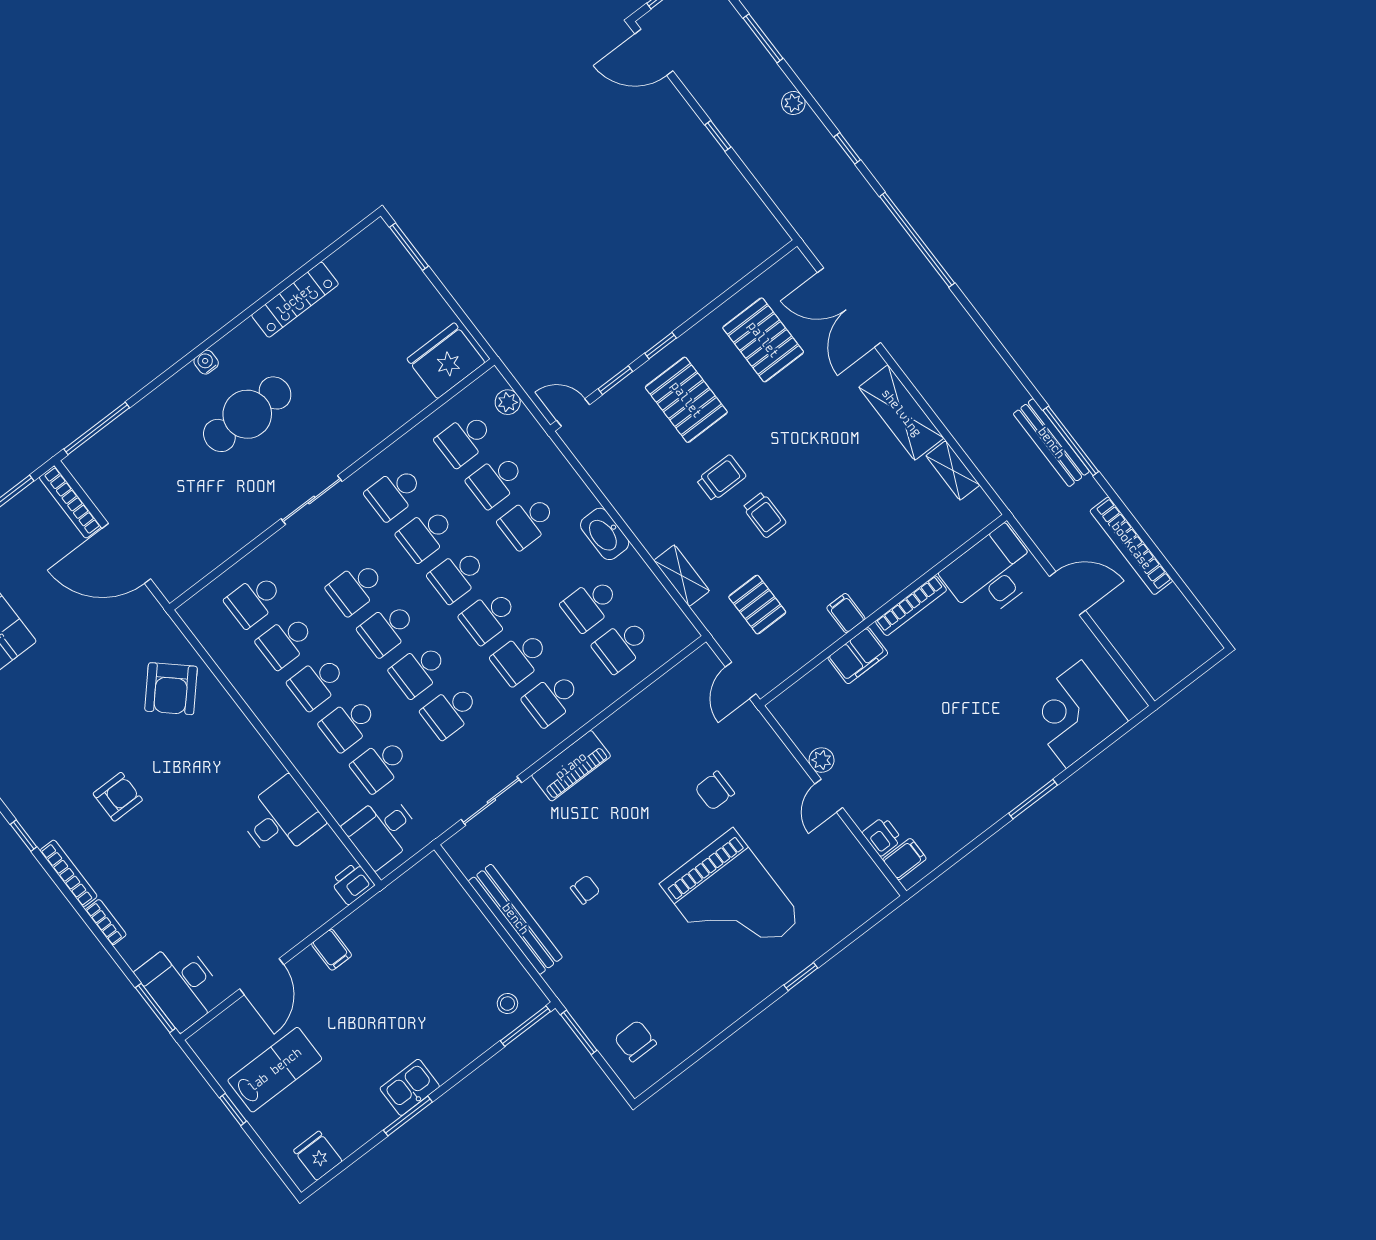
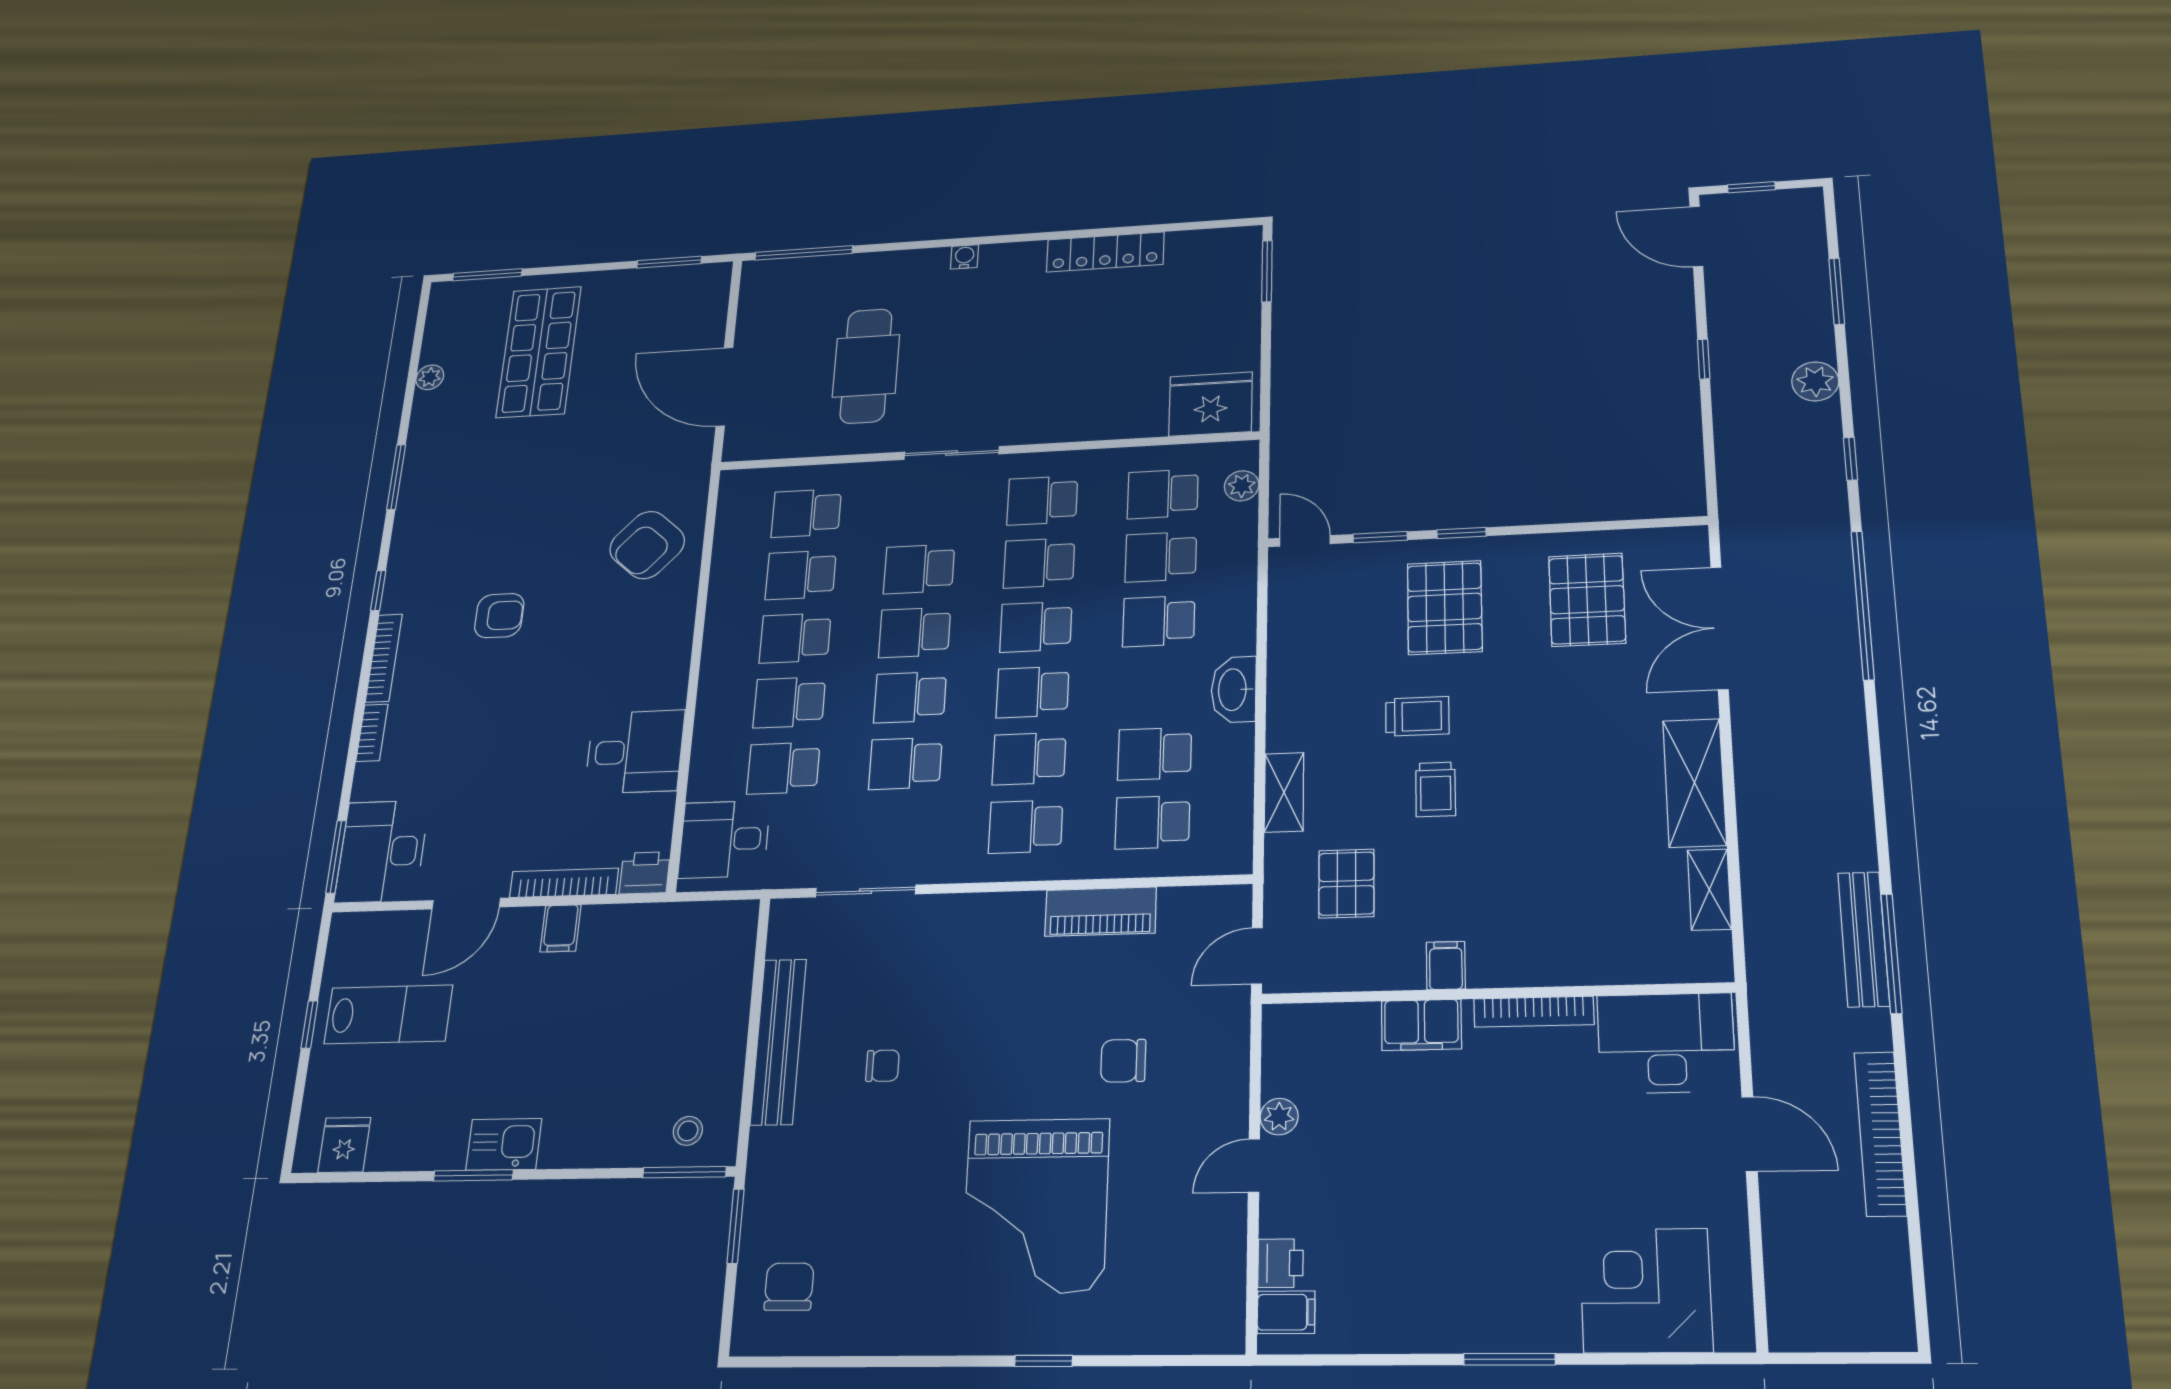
plant: (793, 103) -> (1815, 381), width x1.38, depth x1.38
cafe table: (247, 414) -> (866, 366), moved, turned 90
bookcase: (70, 502) -> (564, 883), moved, turned 90
piano: (571, 766) -> (1101, 912), moved

